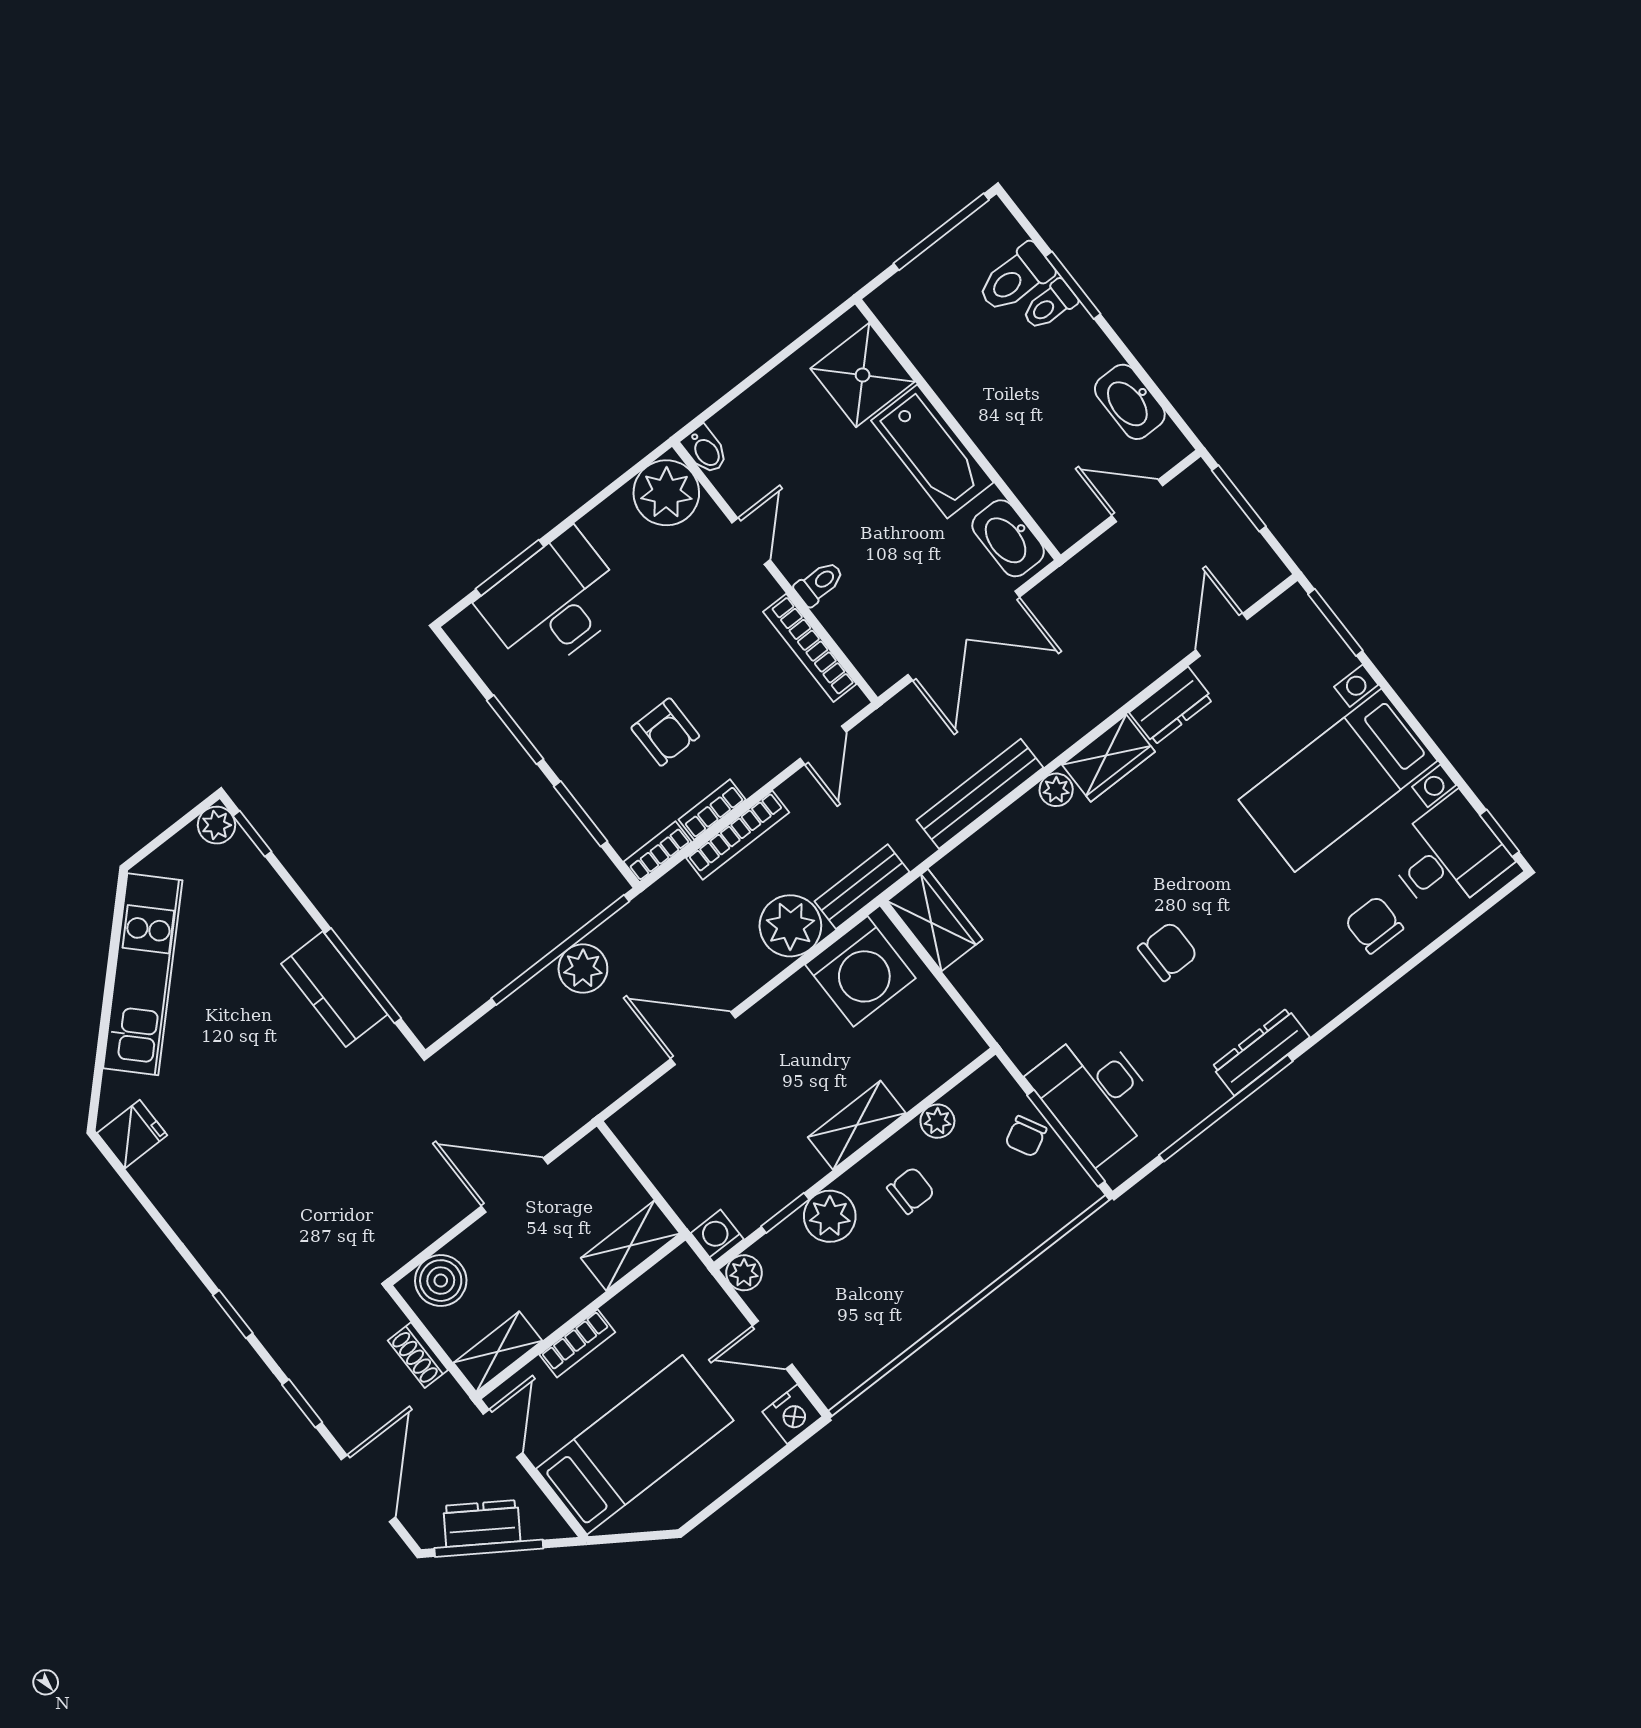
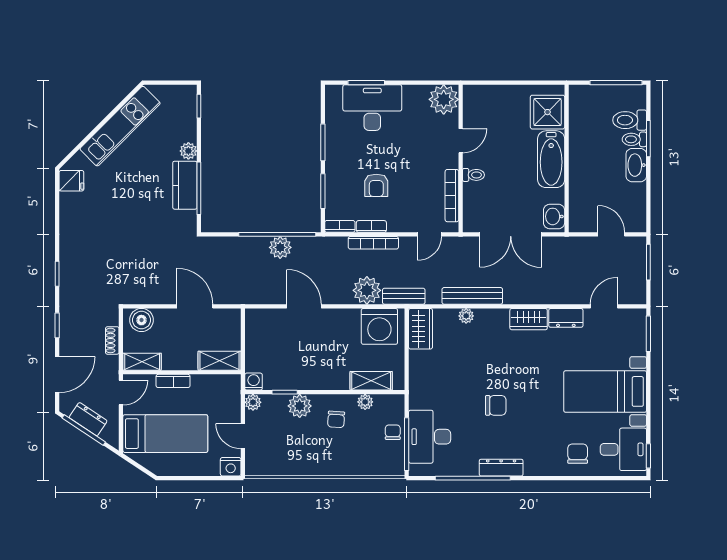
washbasin: (1130, 402) -> (636, 165), moved
bidet: (705, 450) -> (470, 95), removed
washbasin: (1008, 538) -> (554, 216), width x0.72
plant: (1056, 790) -> (466, 316), moved
plant: (217, 825) -> (188, 151), moved
shelving: (857, 1125) -> (371, 381), moved
chair: (1026, 1136) -> (393, 432), turned 118
chair: (911, 1191) -> (336, 419), turned 94

